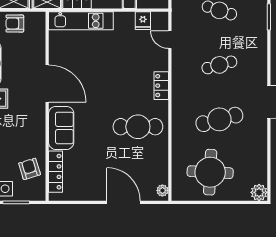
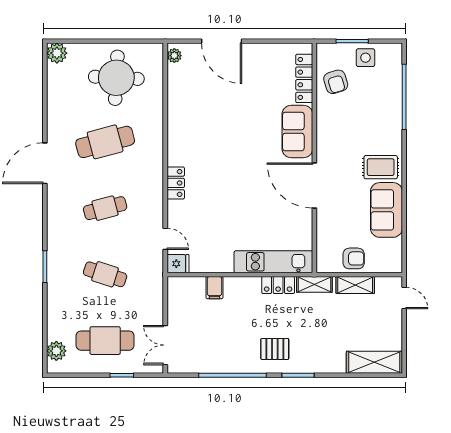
fridge: (143, 21) -> (178, 264), moved, turned 90
cafe table: (138, 127) -> (204, 133), removed

